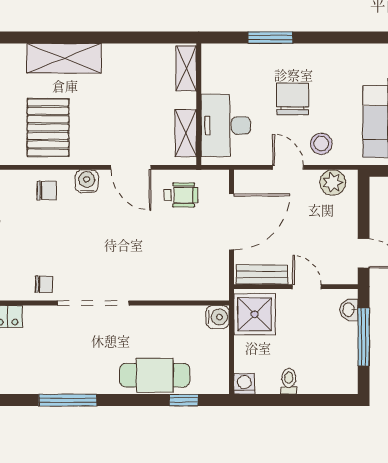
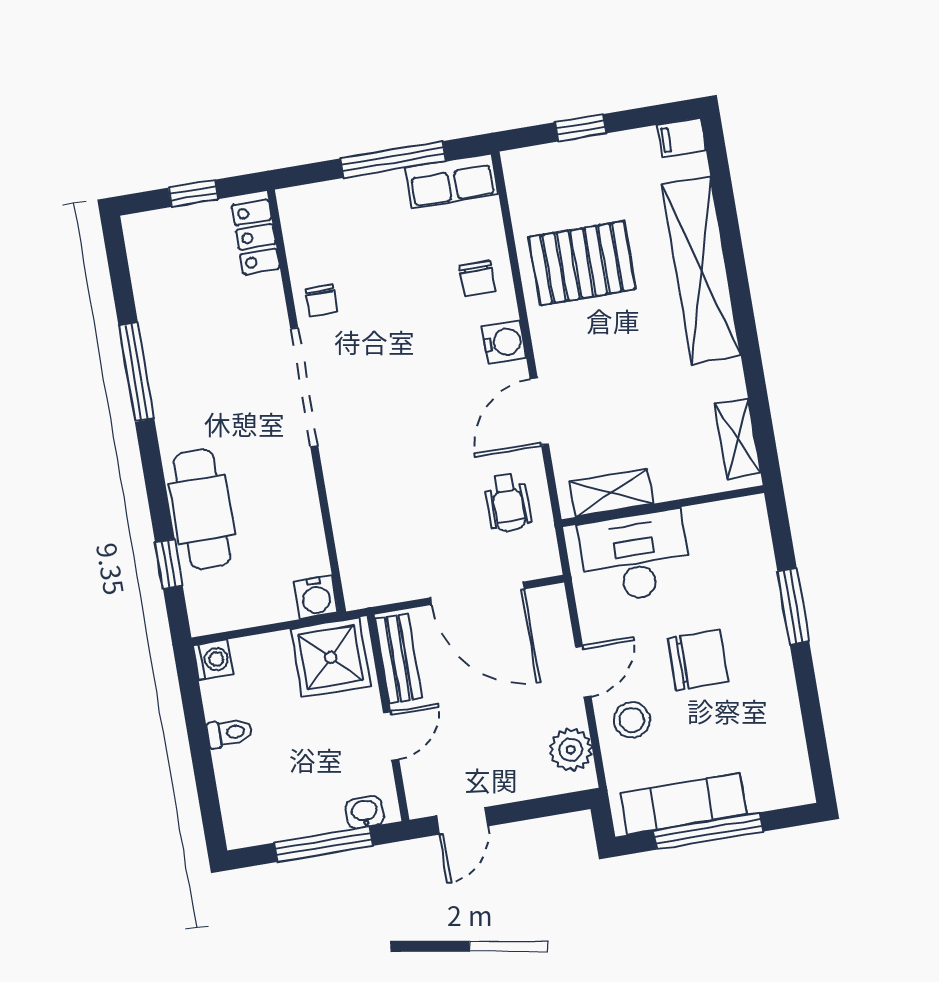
shelving: (64, 58) -> (701, 270), width x1.47
shelving: (186, 68) -> (738, 438), moved, turned 90

